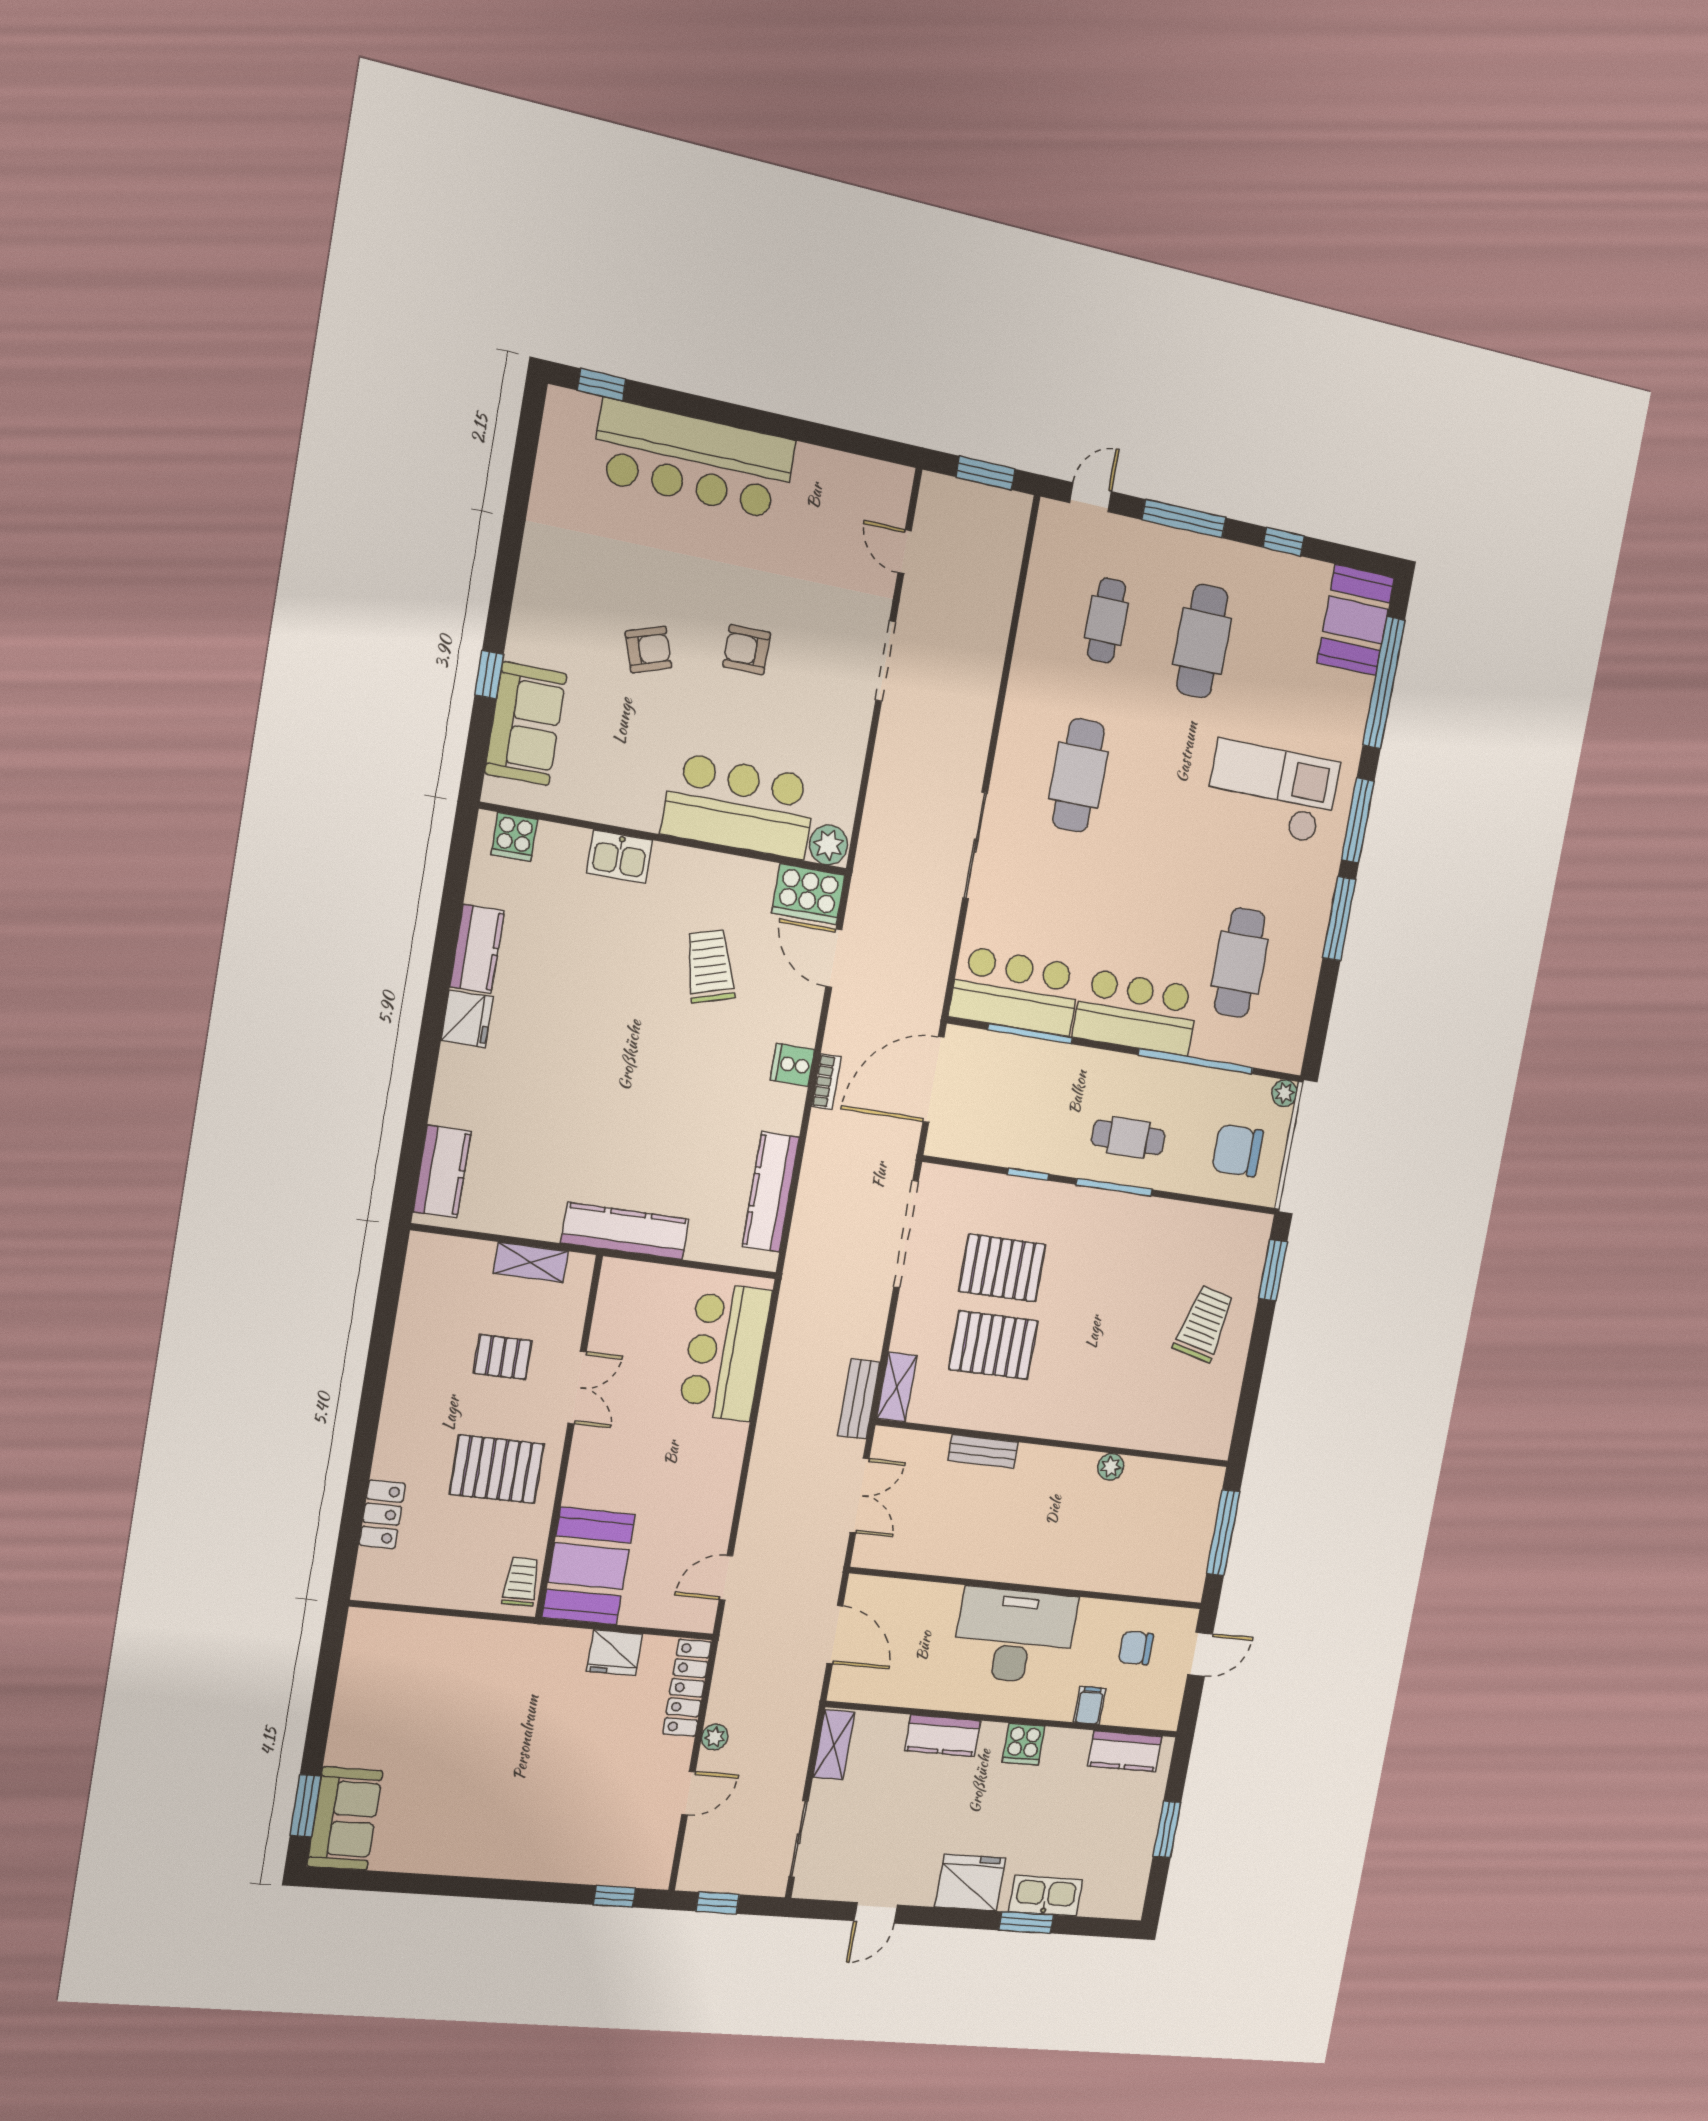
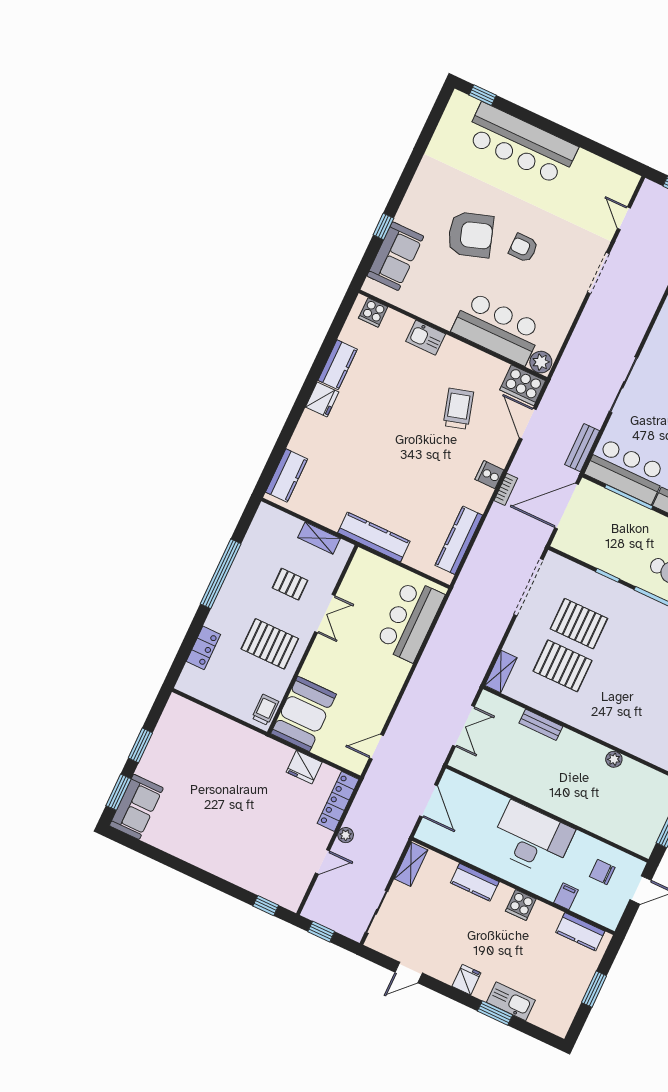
armchair: (649, 649) -> (471, 235), width x1.88, depth x1.88
window: (375, 1378) -> (221, 574), added
bench: (859, 1399) -> (582, 448), moved
window: (320, 1715) -> (140, 745), added
fridge: (970, 1883) -> (466, 980), width x0.53, depth x0.75

